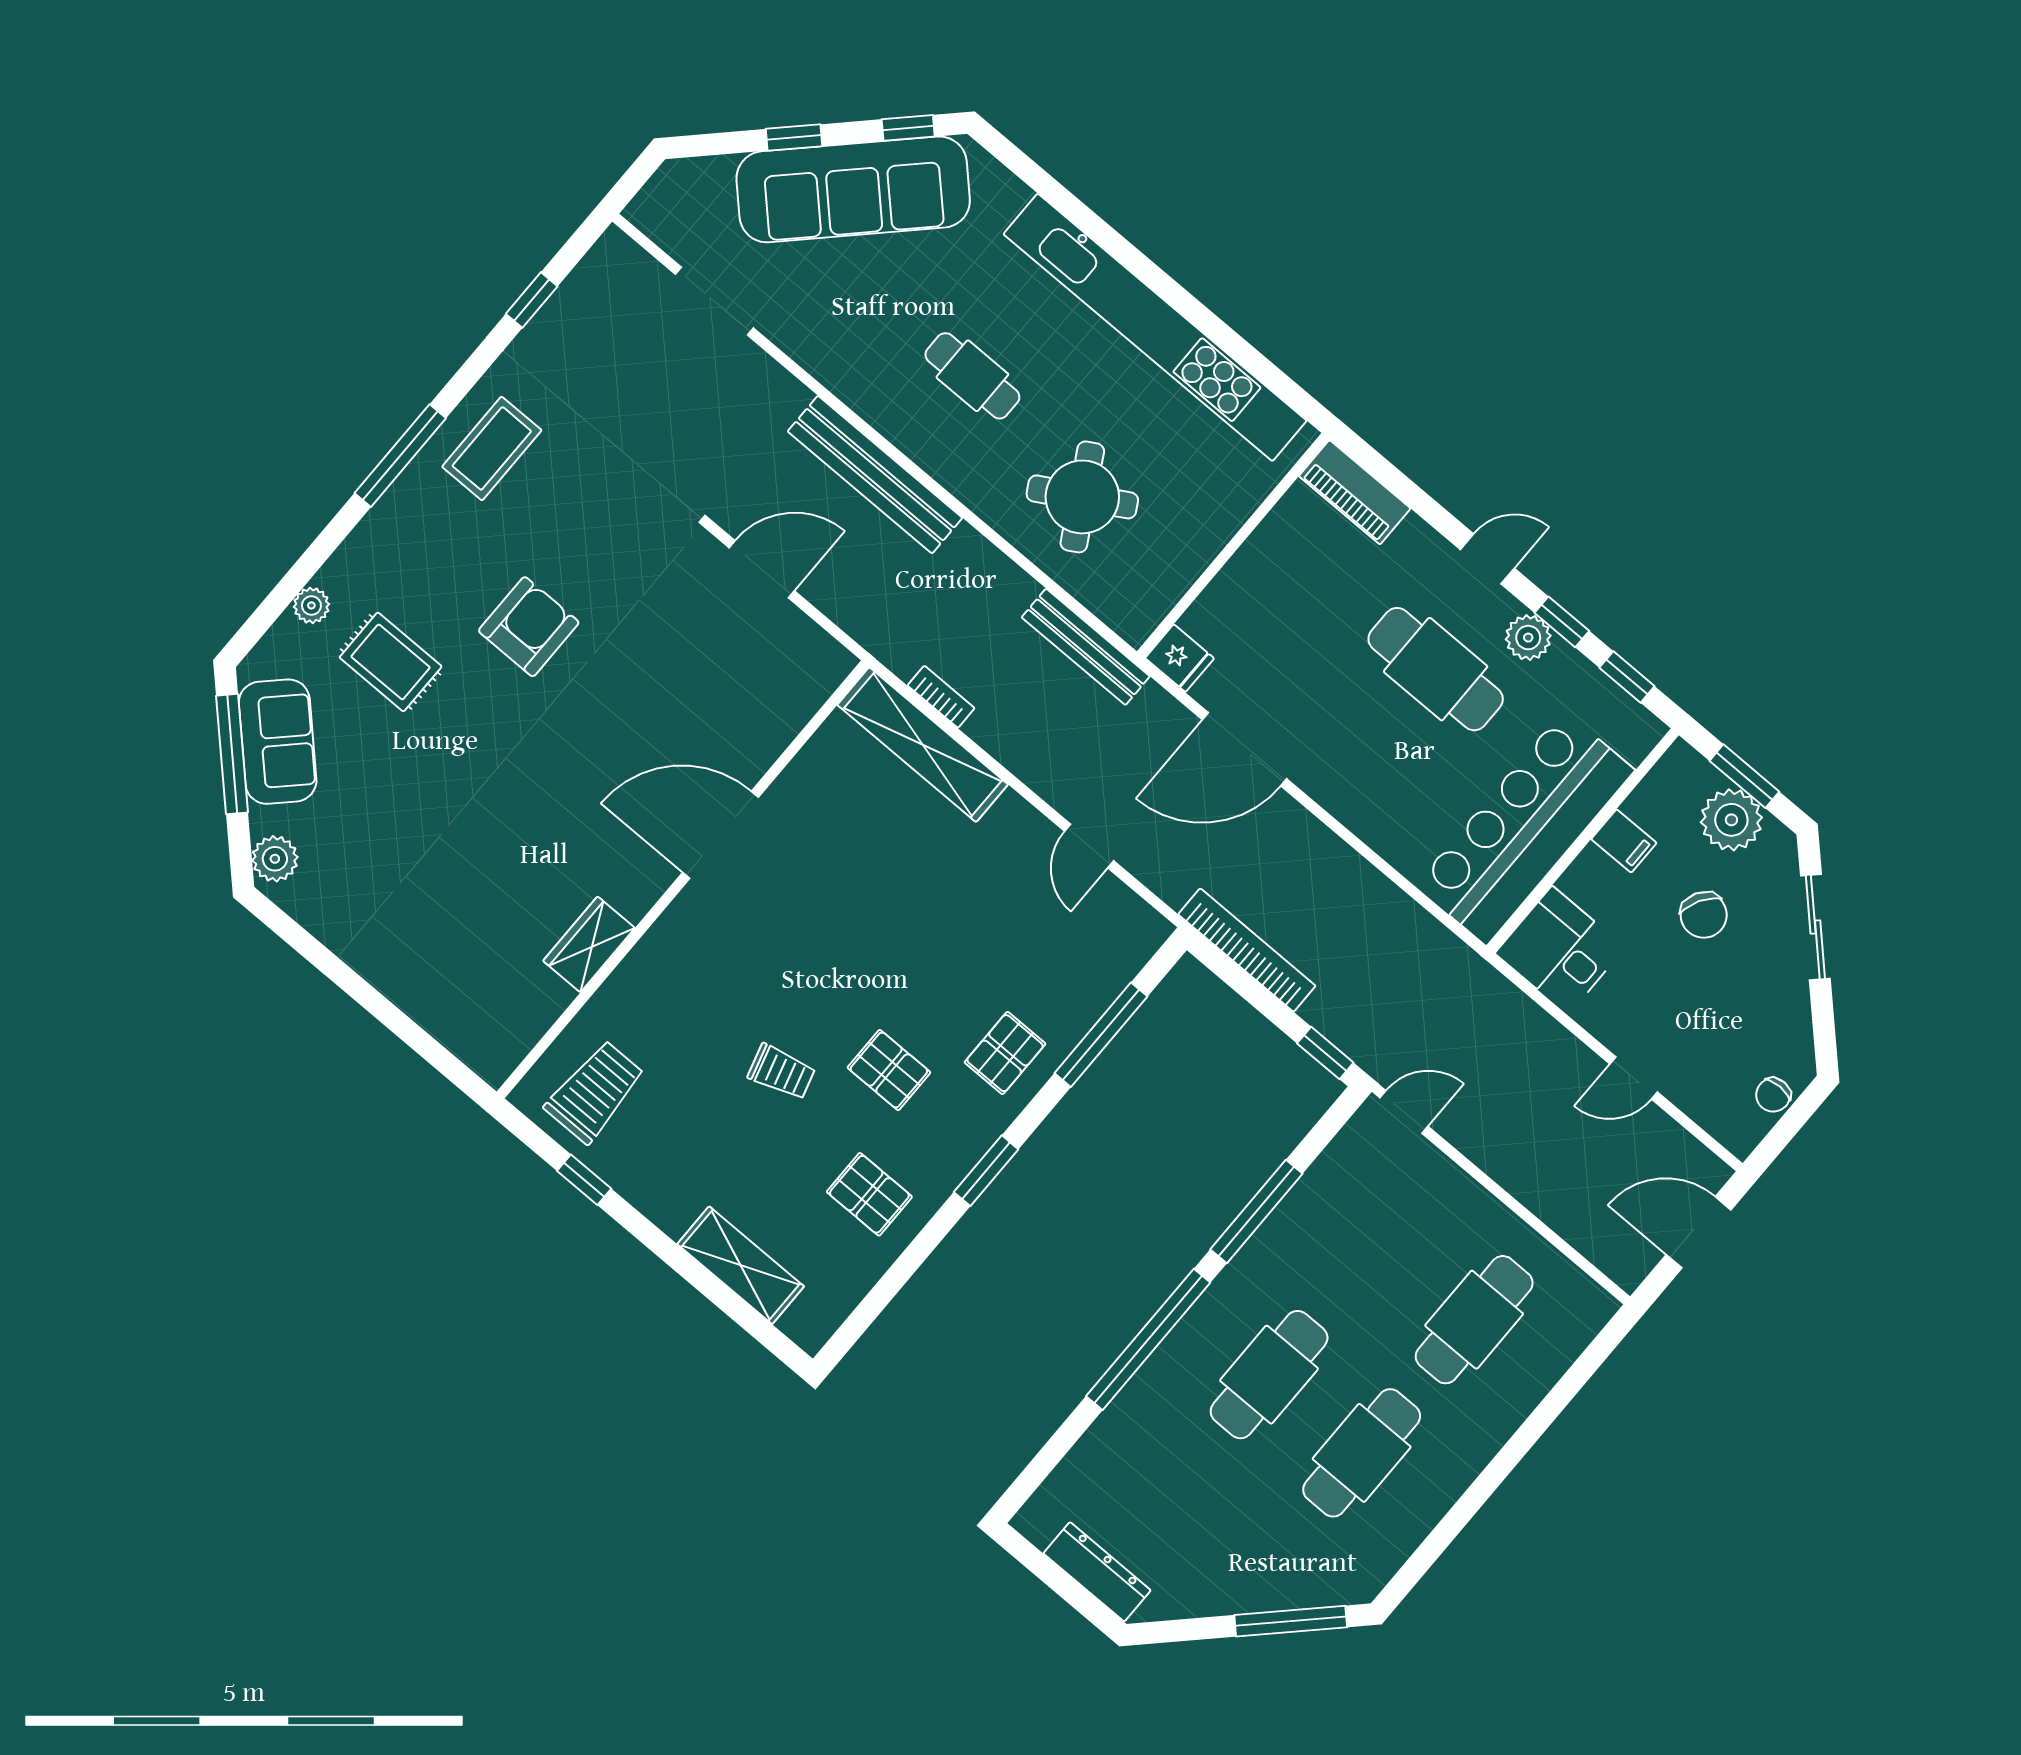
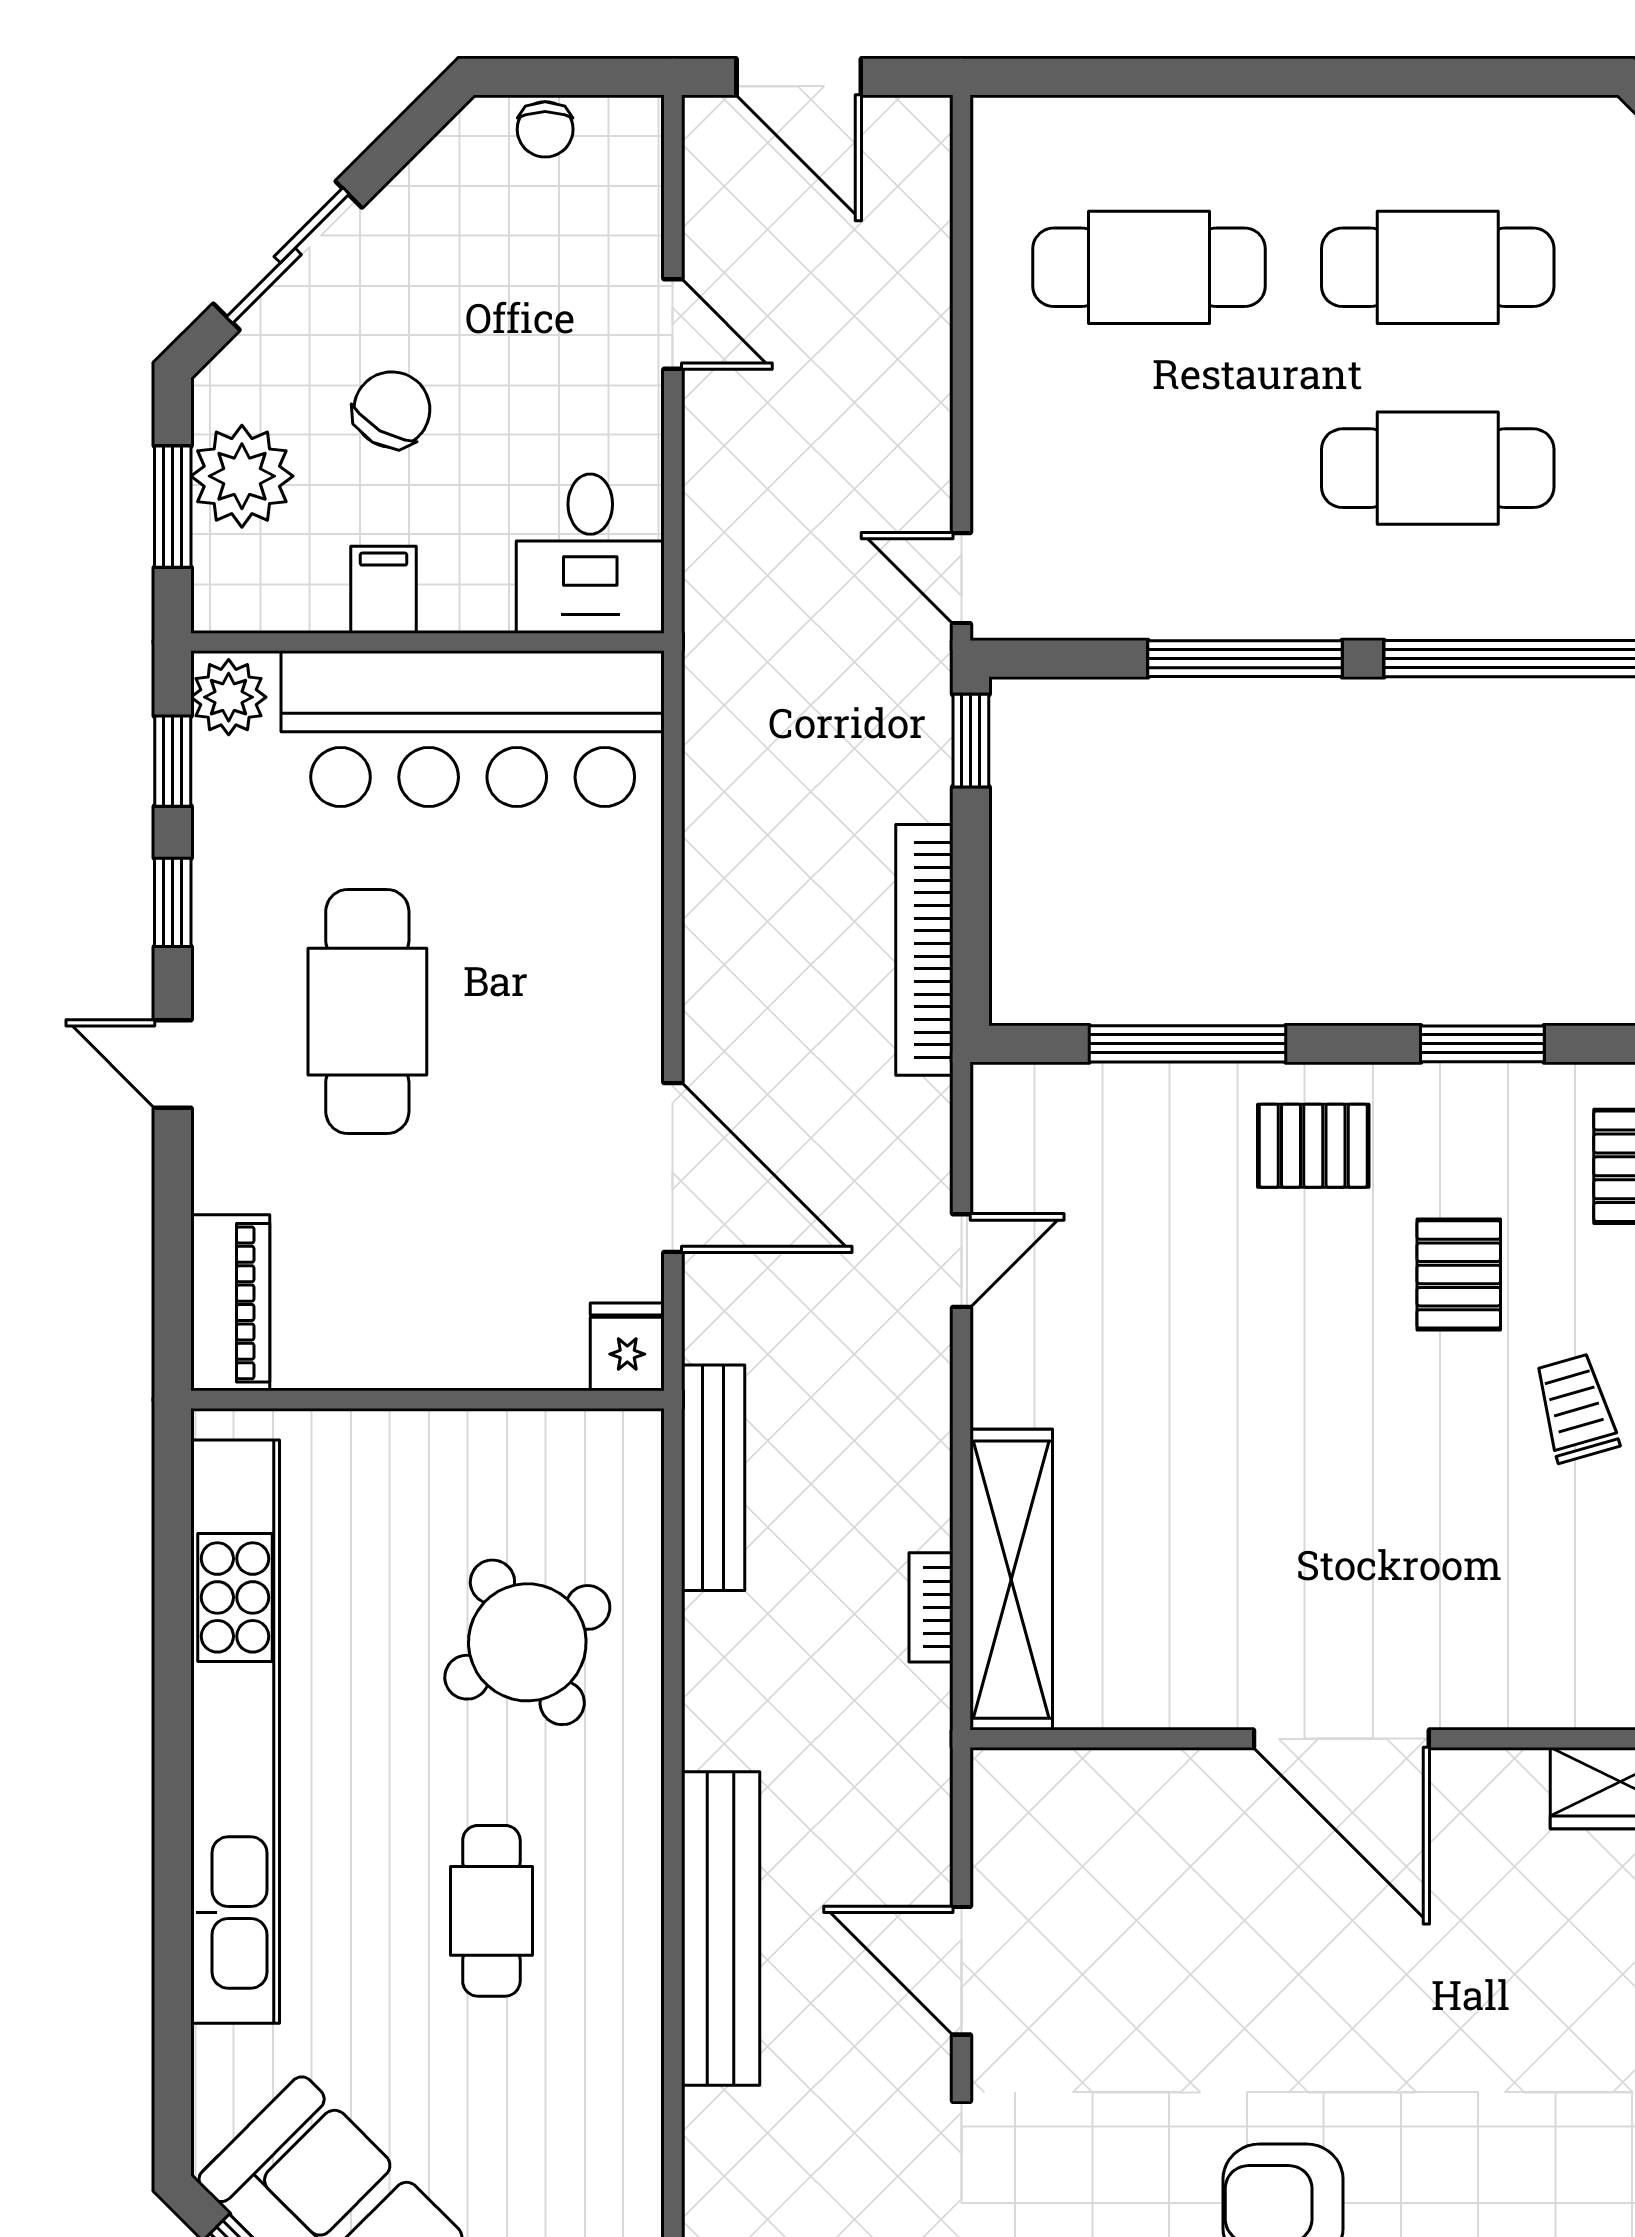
plant: (1528, 638) -> (229, 697), moved
chair: (1773, 1095) -> (545, 129), turned 90

